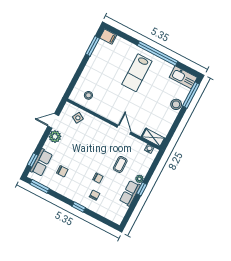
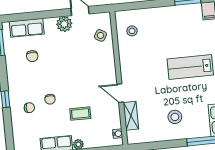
stool: (176, 104) -> (175, 117), moved
door: (124, 130) -> (120, 93), swing flipped
shelving: (153, 138) -> (131, 116), moved
window: (33, 160) -> (23, 17), removed

